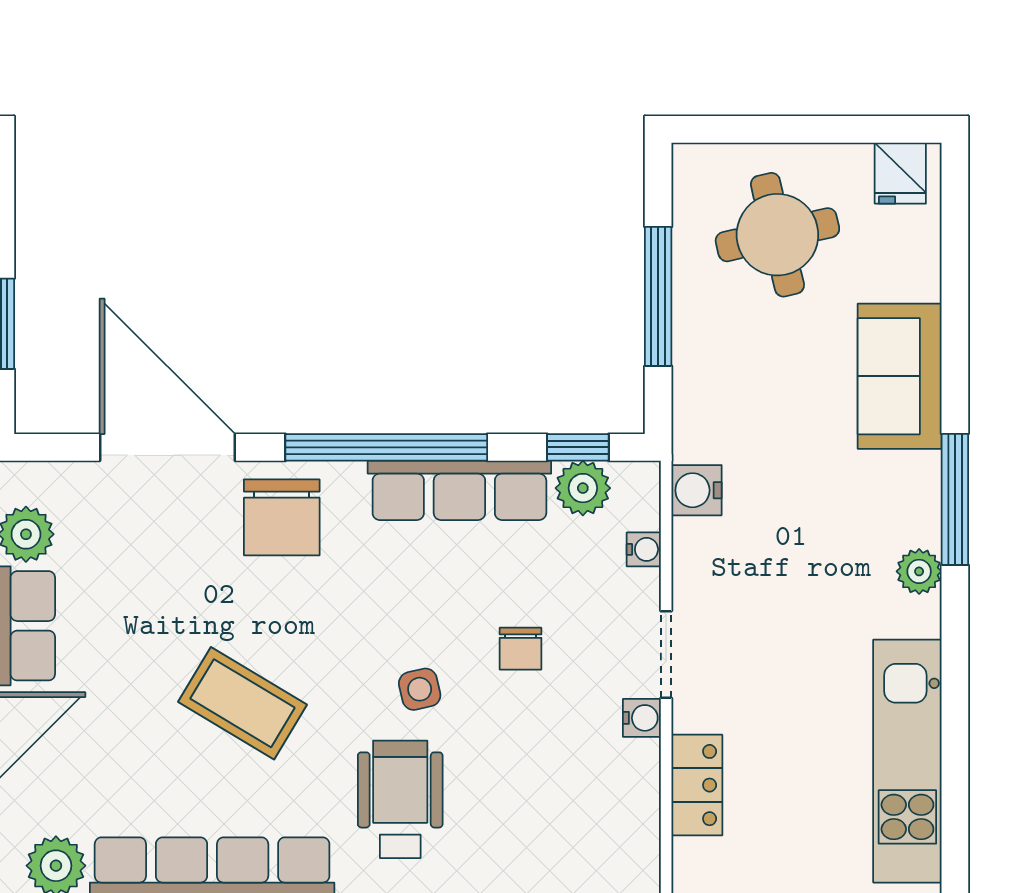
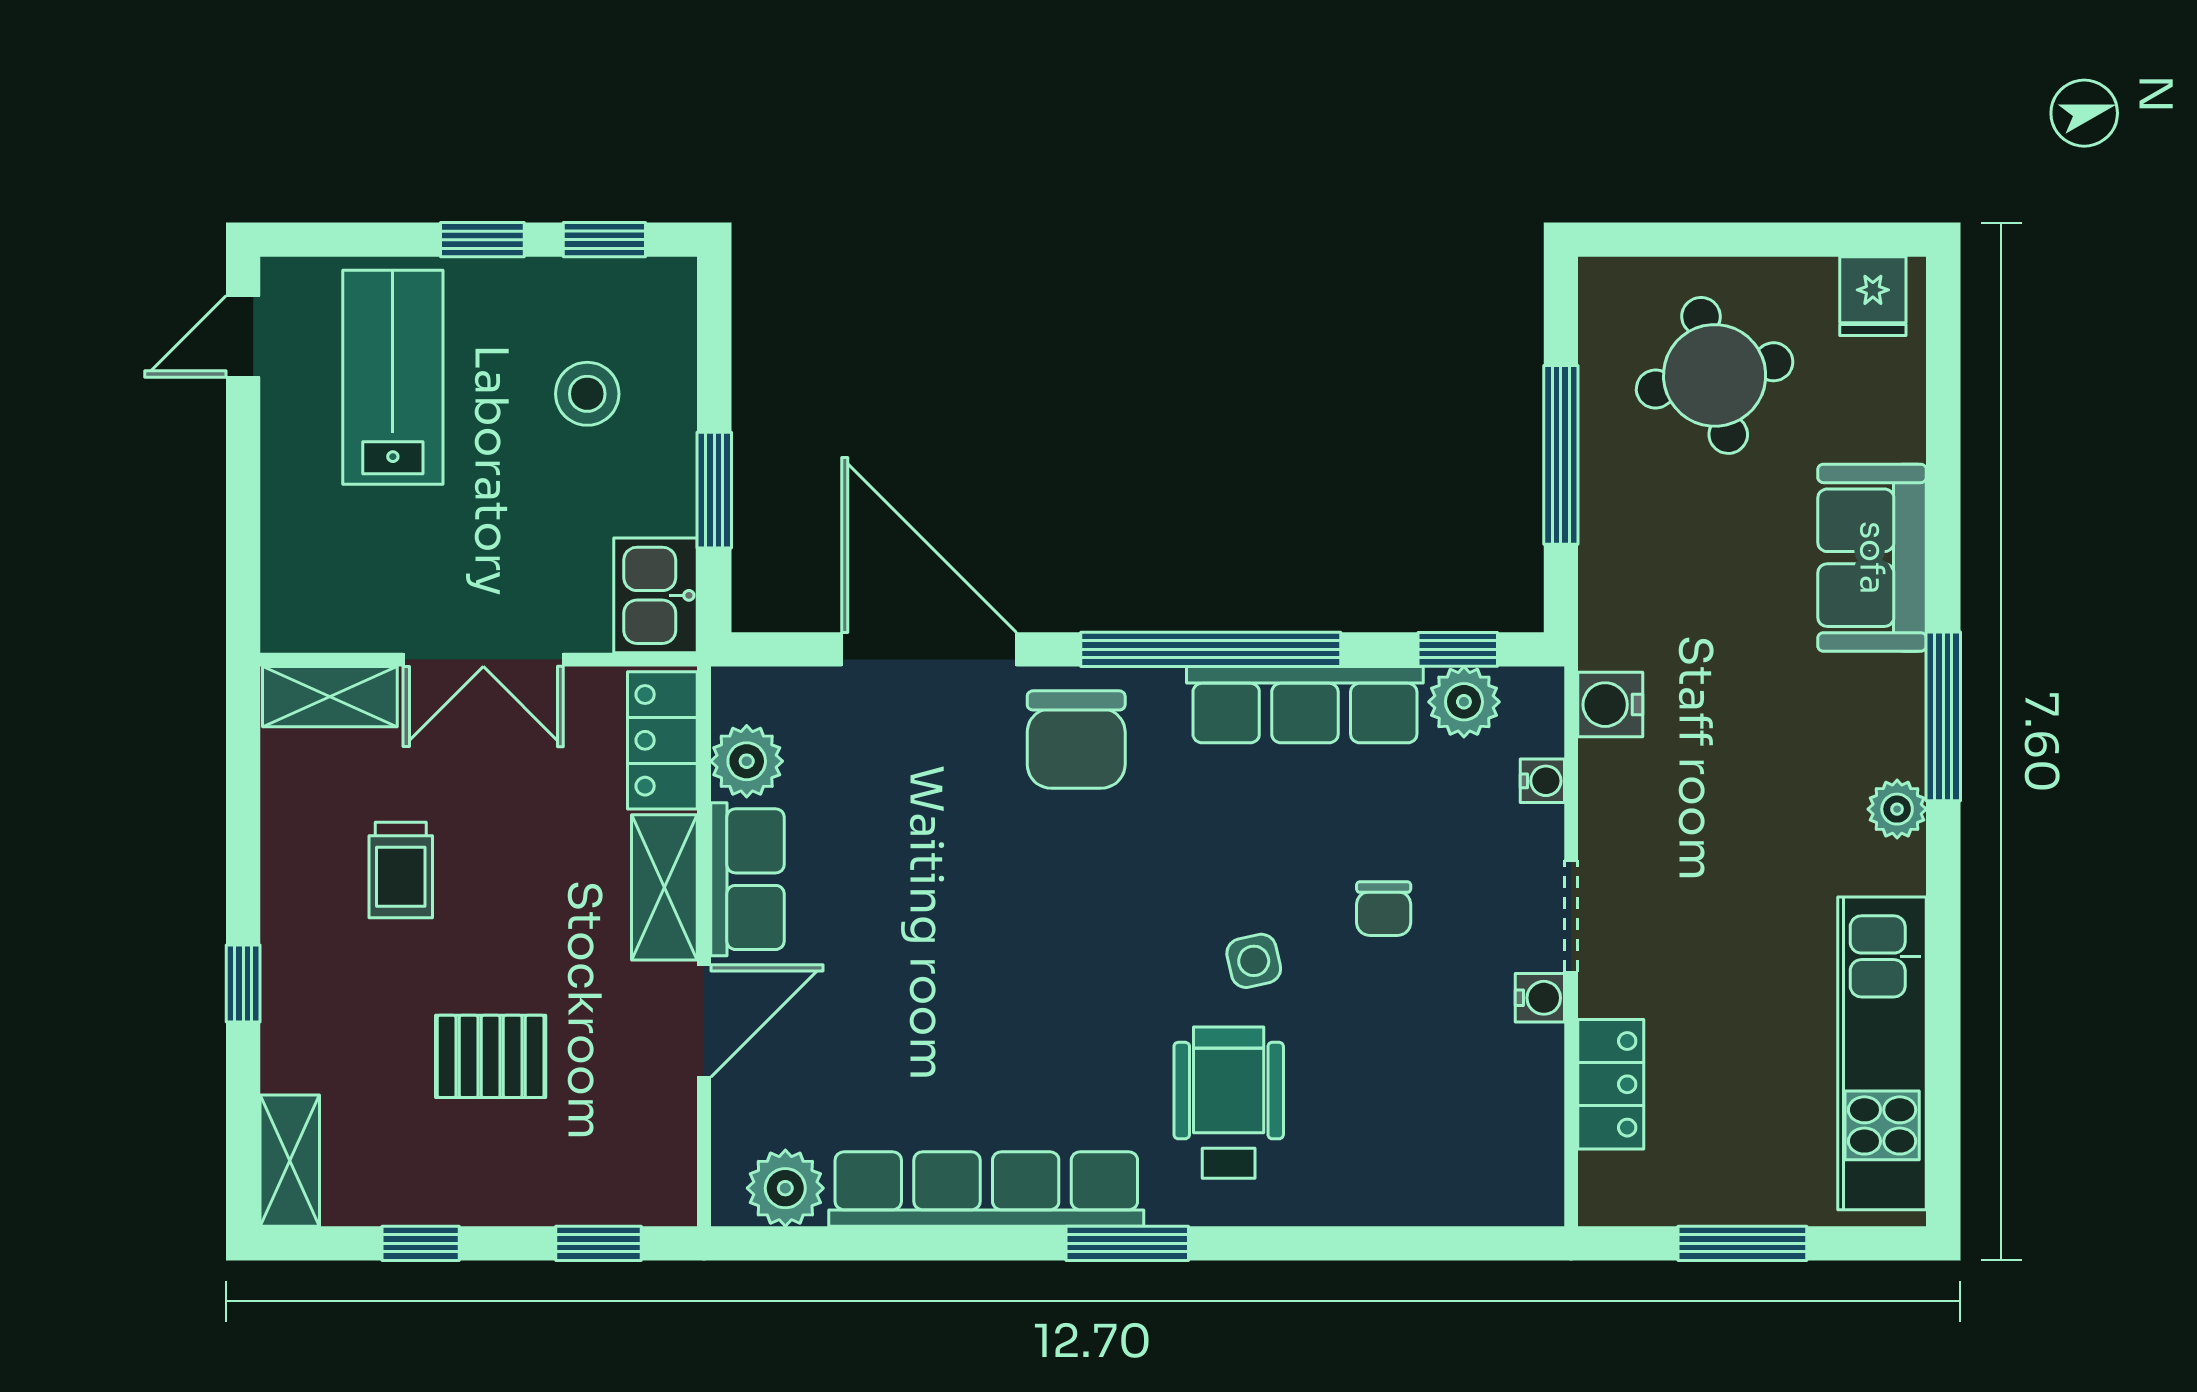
coffee table: (242, 703) -> (1026, 979), removed

